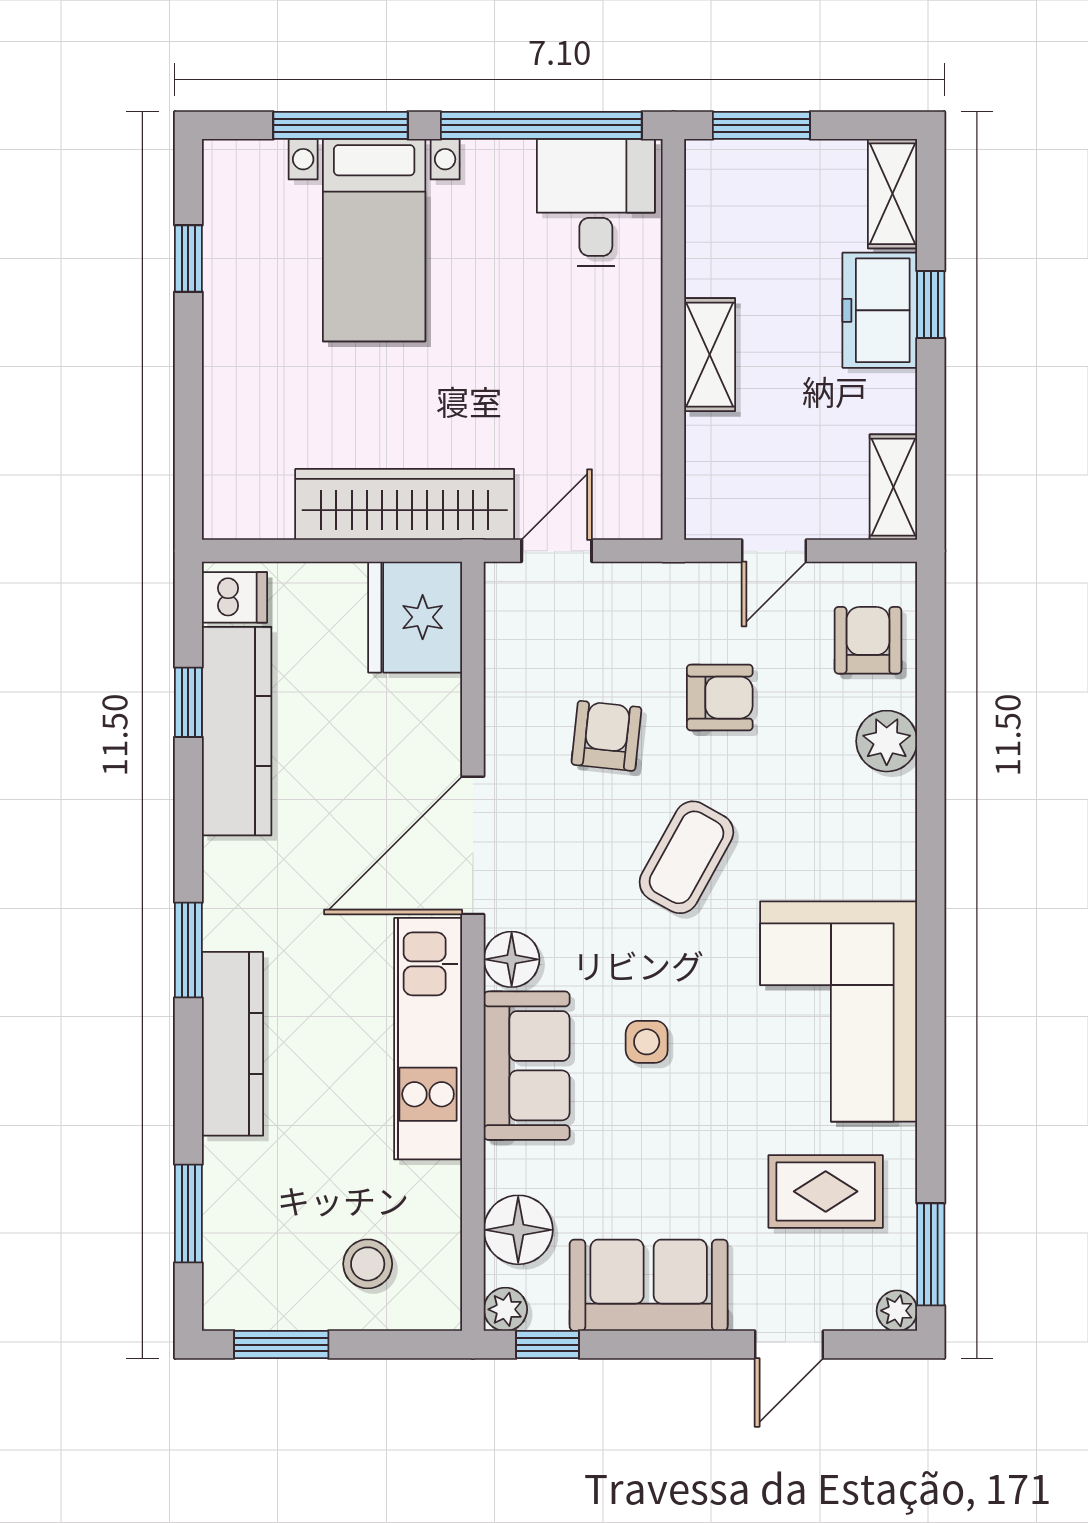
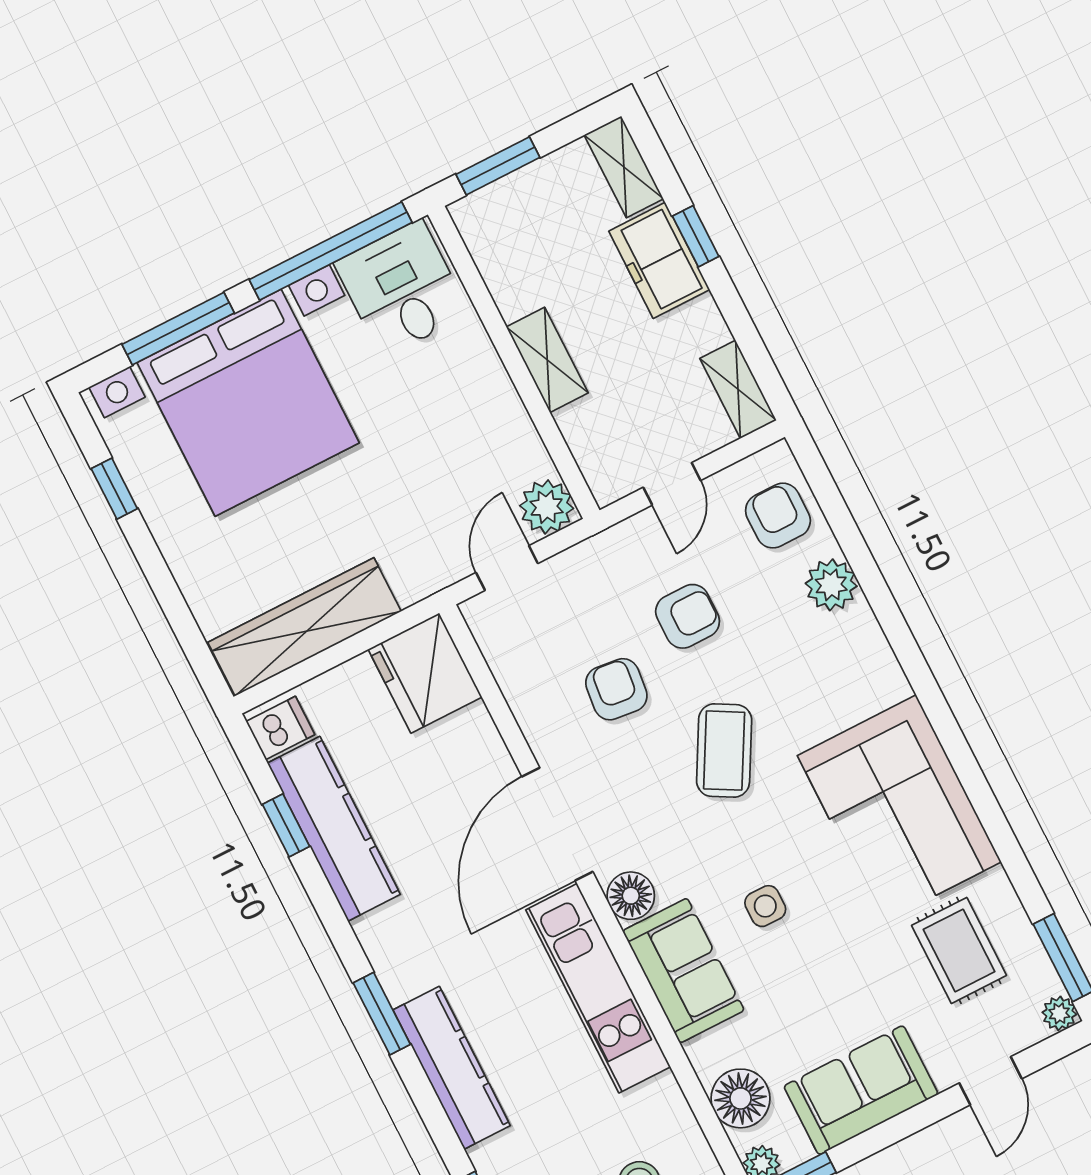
bed with nightstands: (374, 240) -> (248, 403), width x1.85
wardrobe: (405, 504) -> (304, 627), moved
plant: (631, 508) -> (547, 507), added
rug: (826, 1191) -> (959, 950), turned 90

